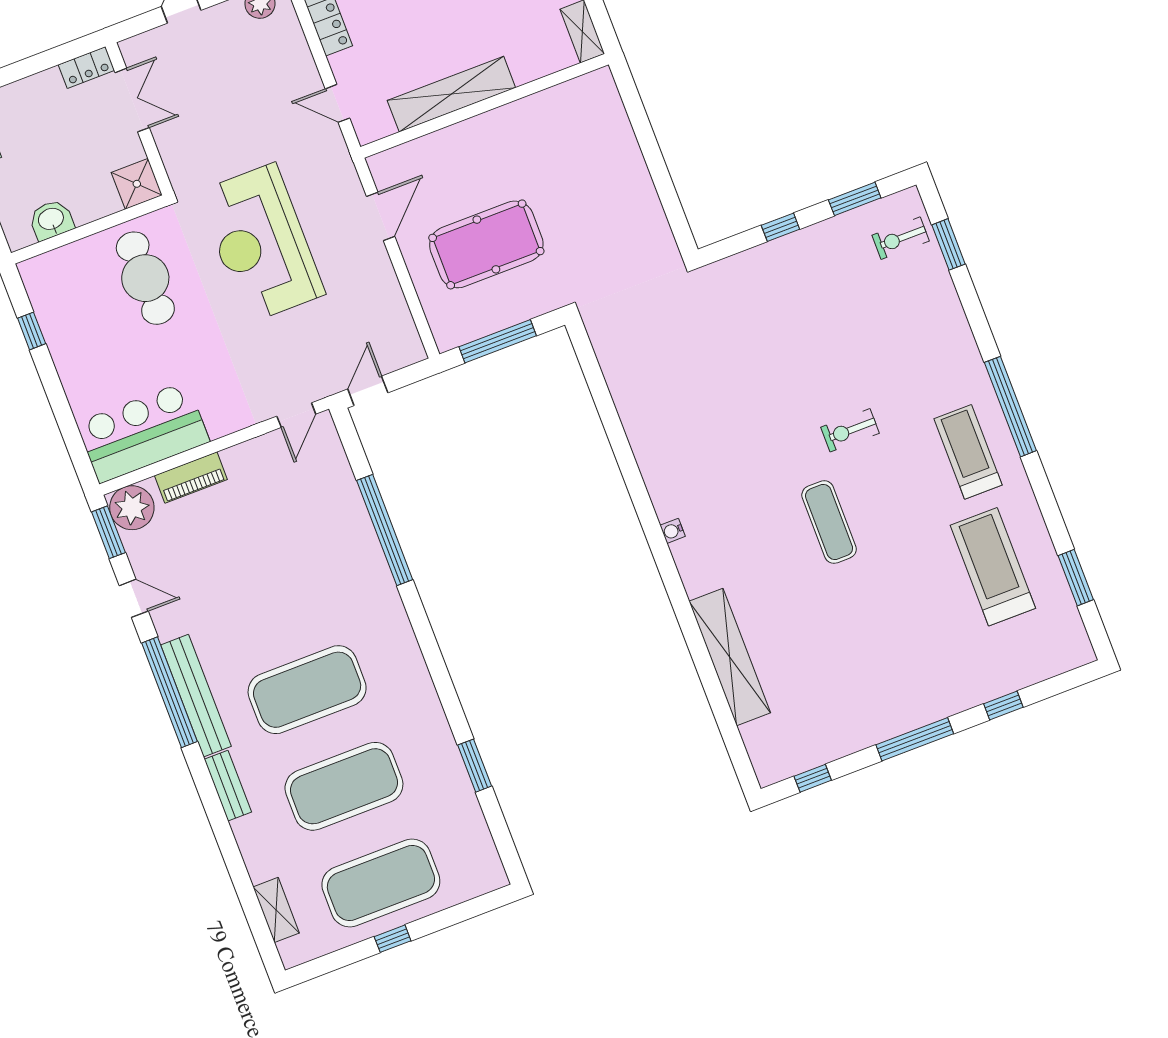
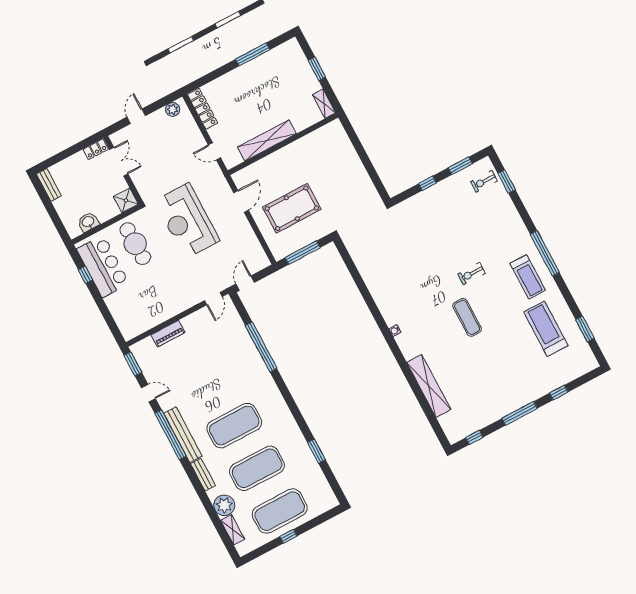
bar counter: (143, 432) -> (103, 266), moved, turned 90
treadmill: (968, 452) -> (528, 277), turned 180
plant: (132, 508) -> (224, 505), moved

